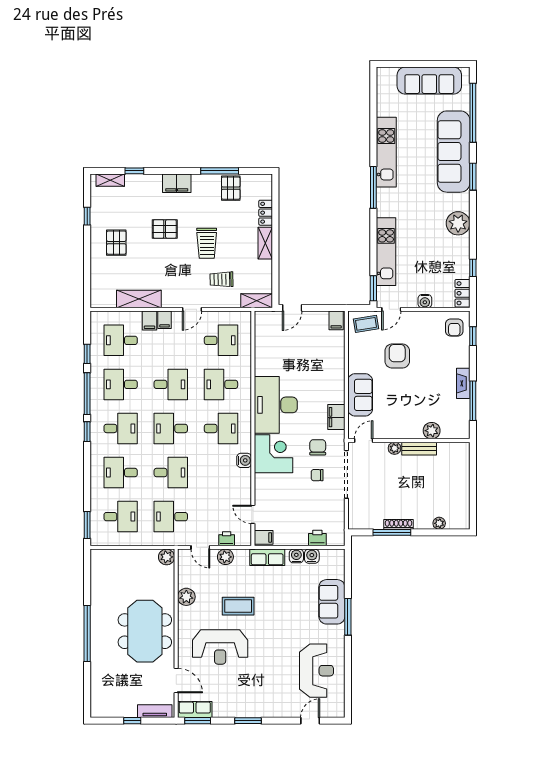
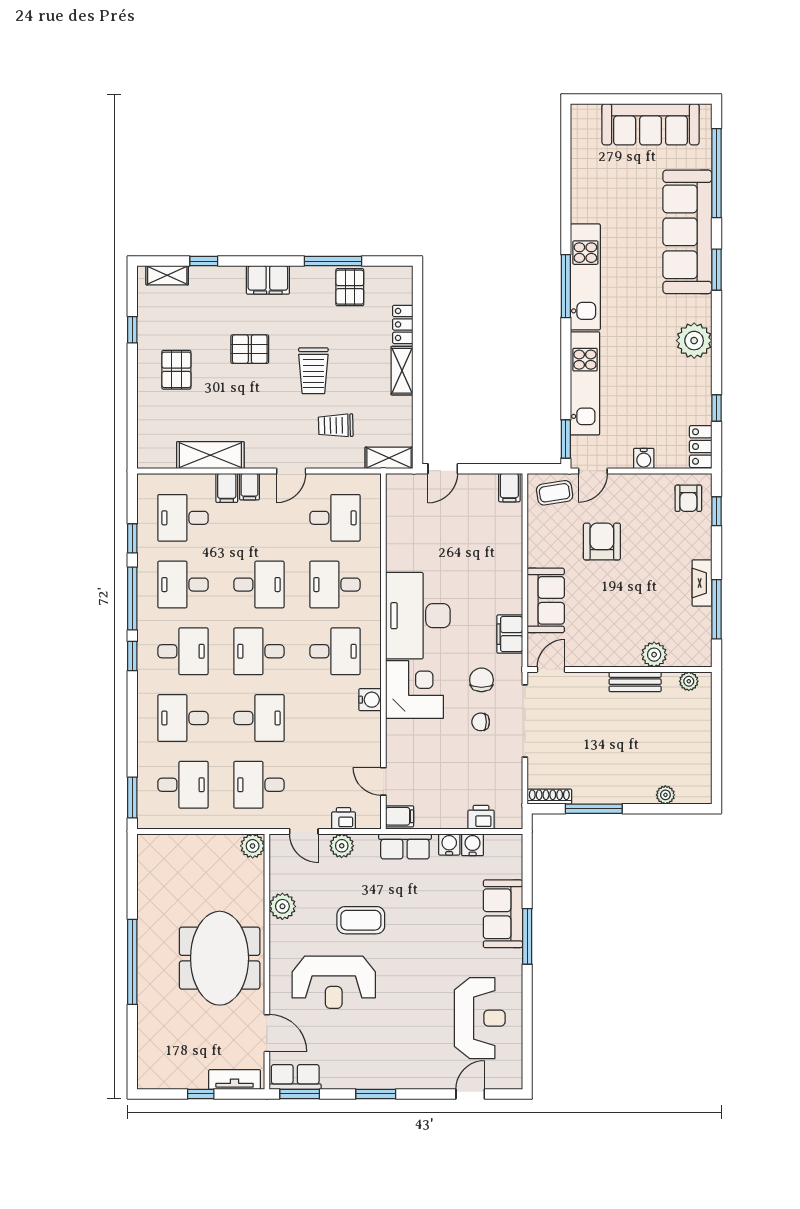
kitchen unit: (386, 152) -> (585, 277), moved
plant: (395, 448) -> (689, 681), moved
shoe rack: (399, 524) -> (549, 797), moved

